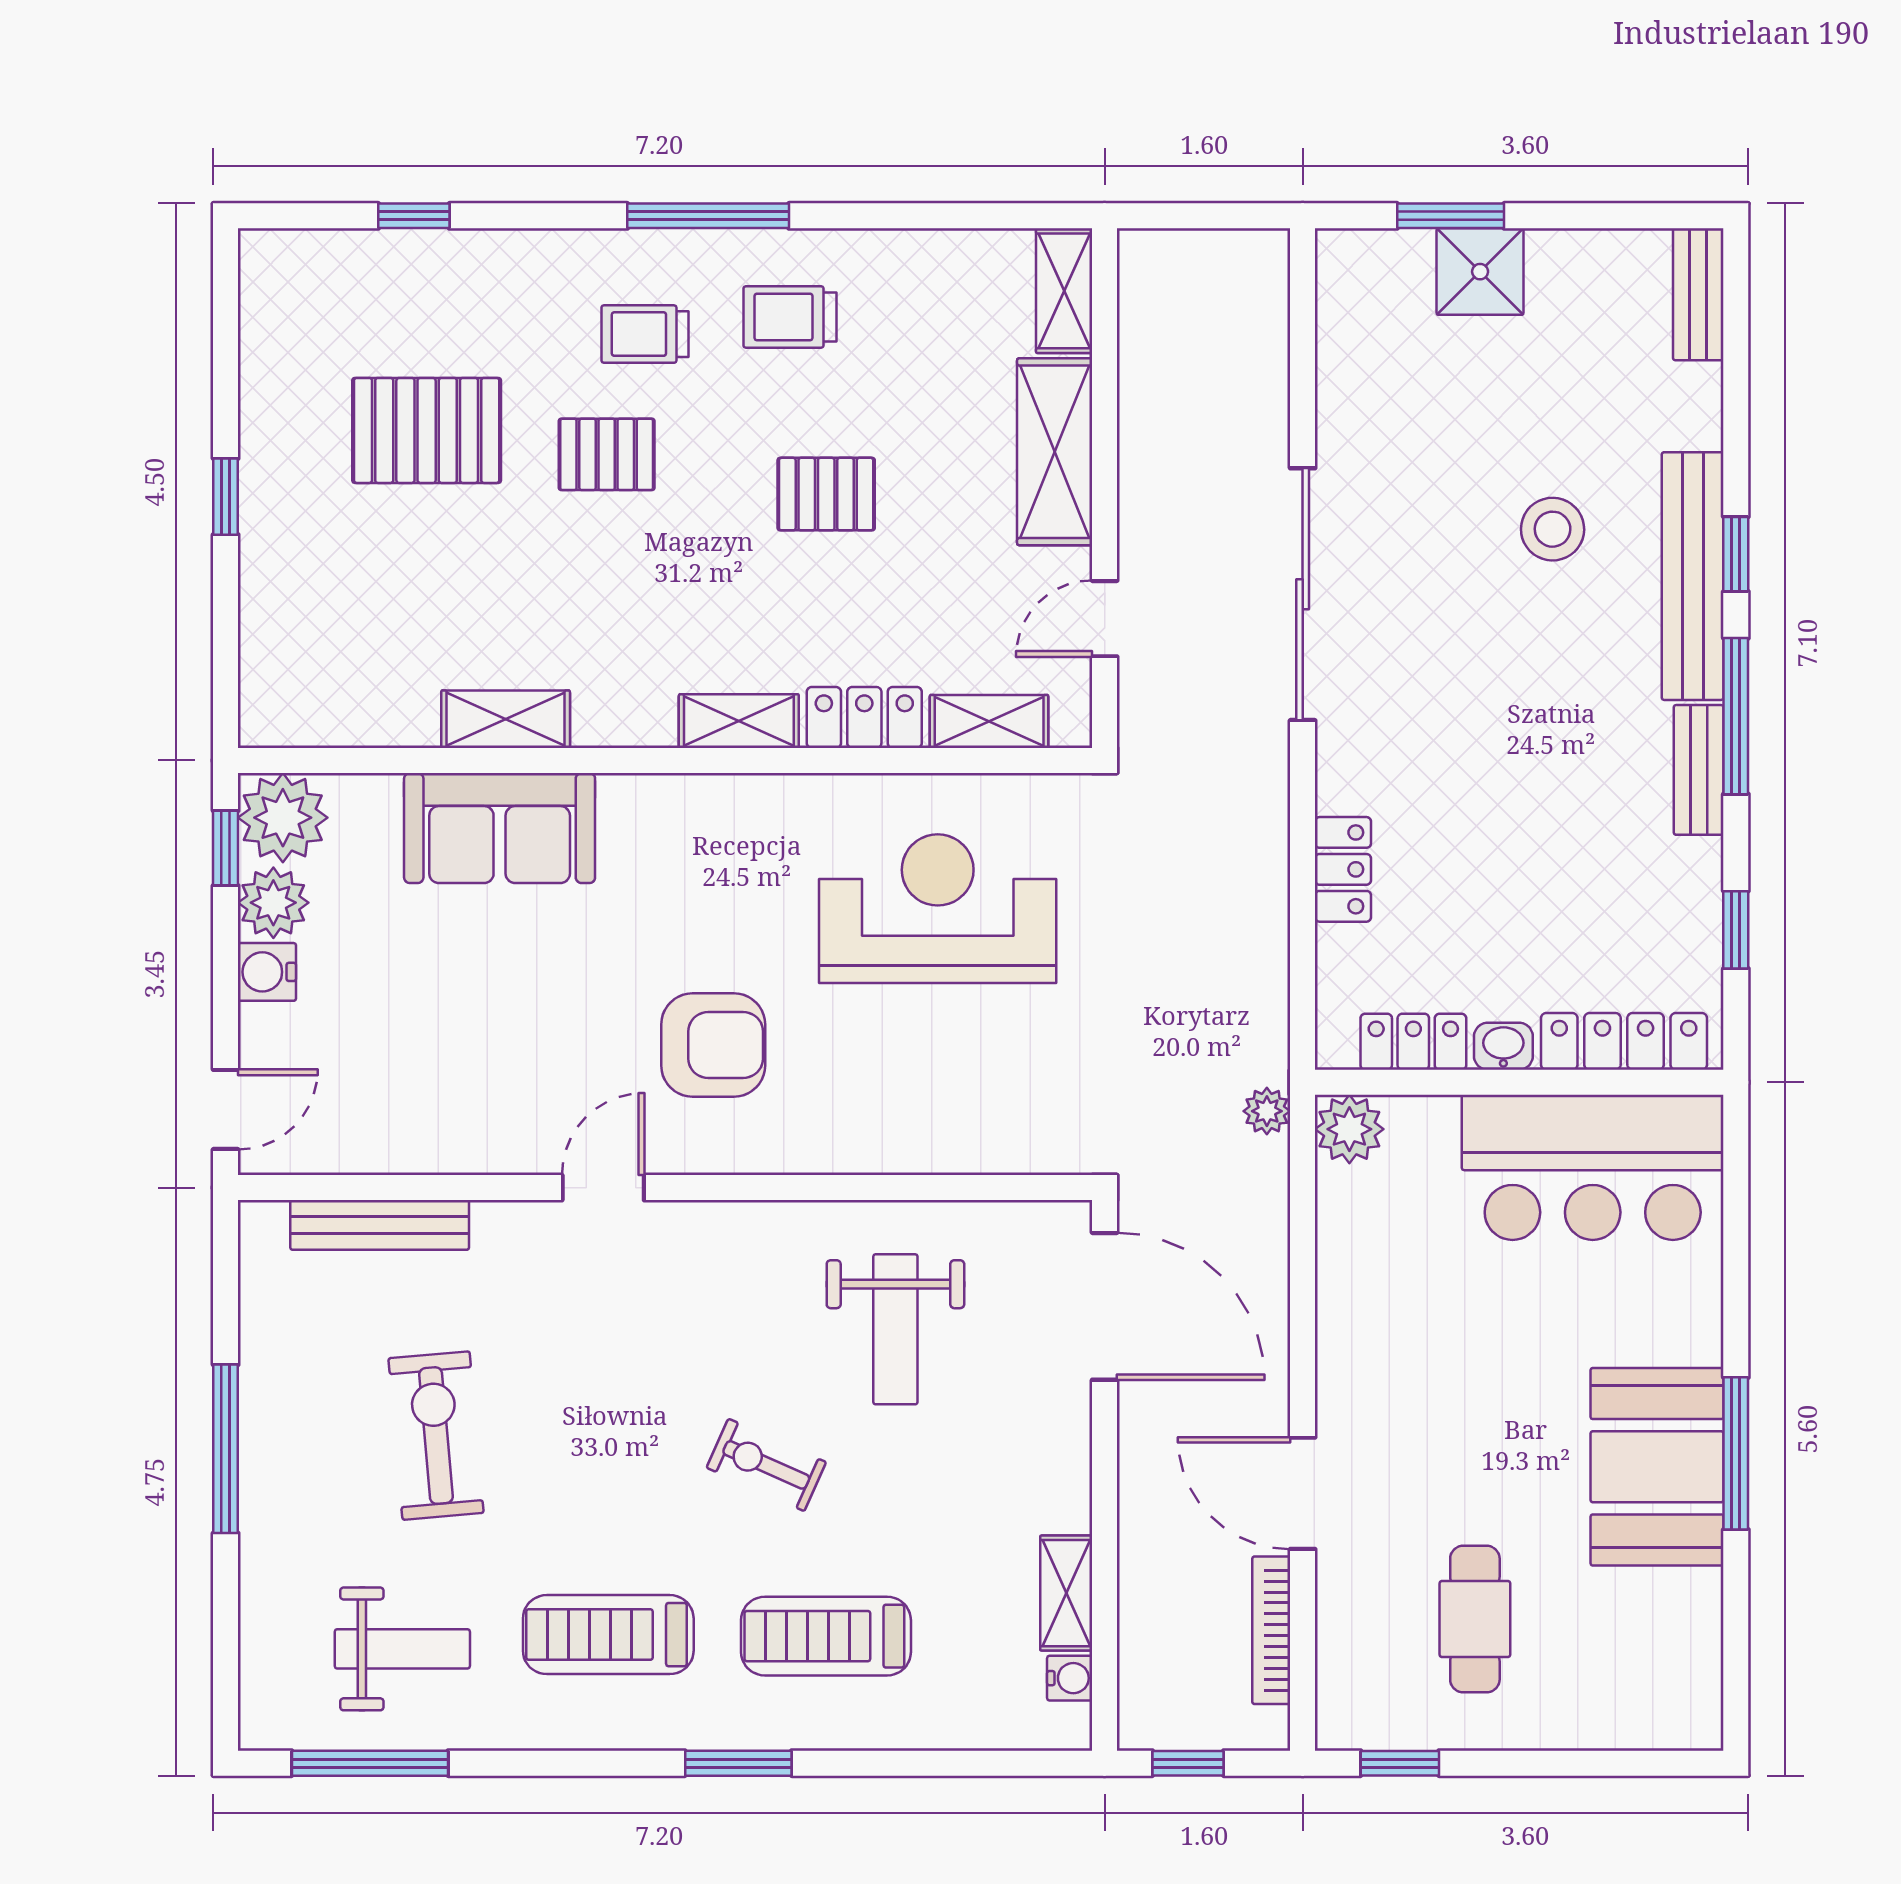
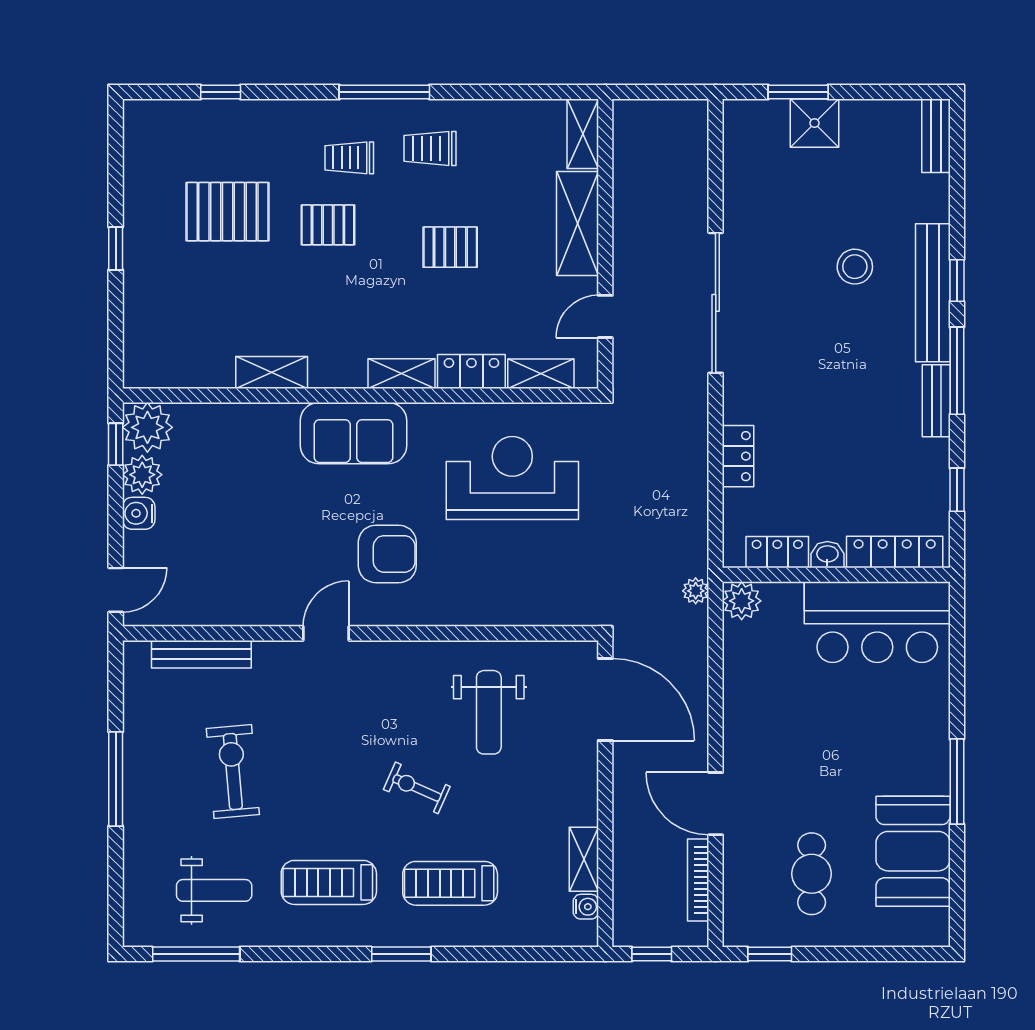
sofa: (500, 828) -> (354, 433), moved
booth: (1657, 1467) -> (913, 851), moved

